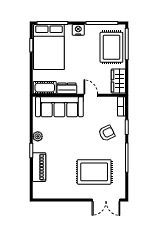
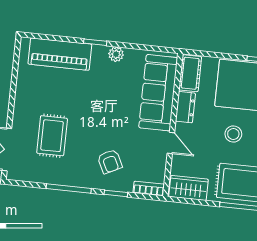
stool: (81, 56) -> (233, 134), added
door: (91, 95) -> (171, 143), hinge flipped
piano: (39, 167) -> (60, 54), width x1.37, depth x1.33
rug: (94, 172) -> (52, 136), width x0.73, depth x0.70

